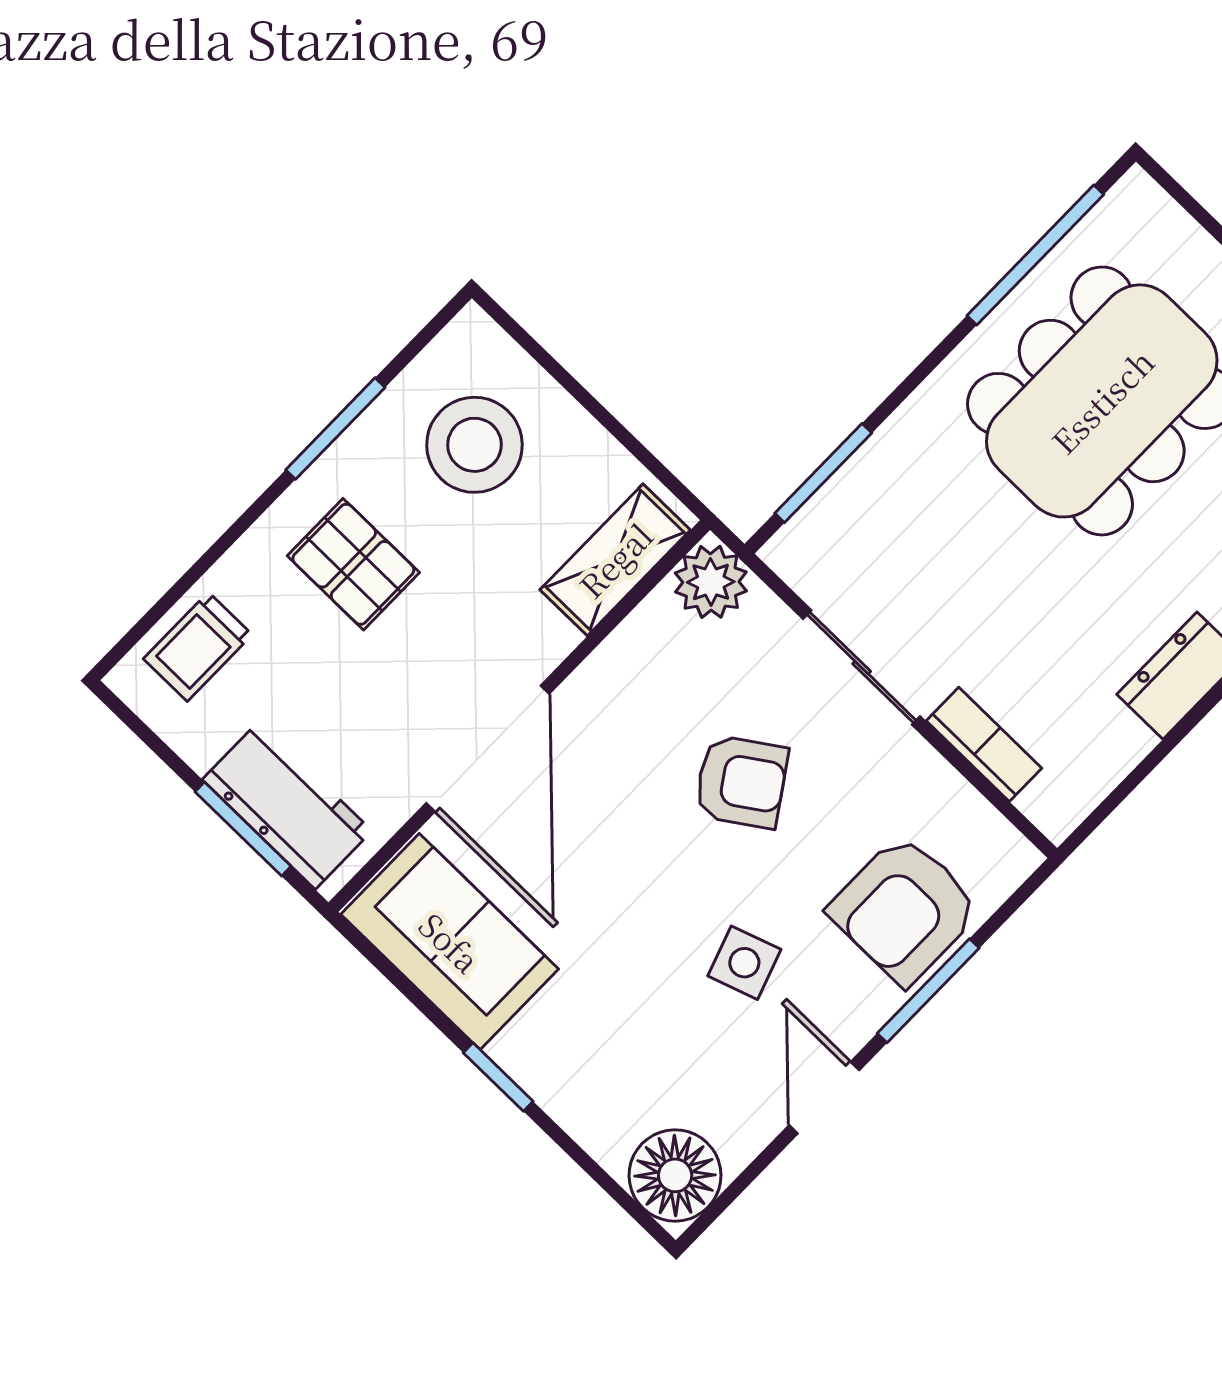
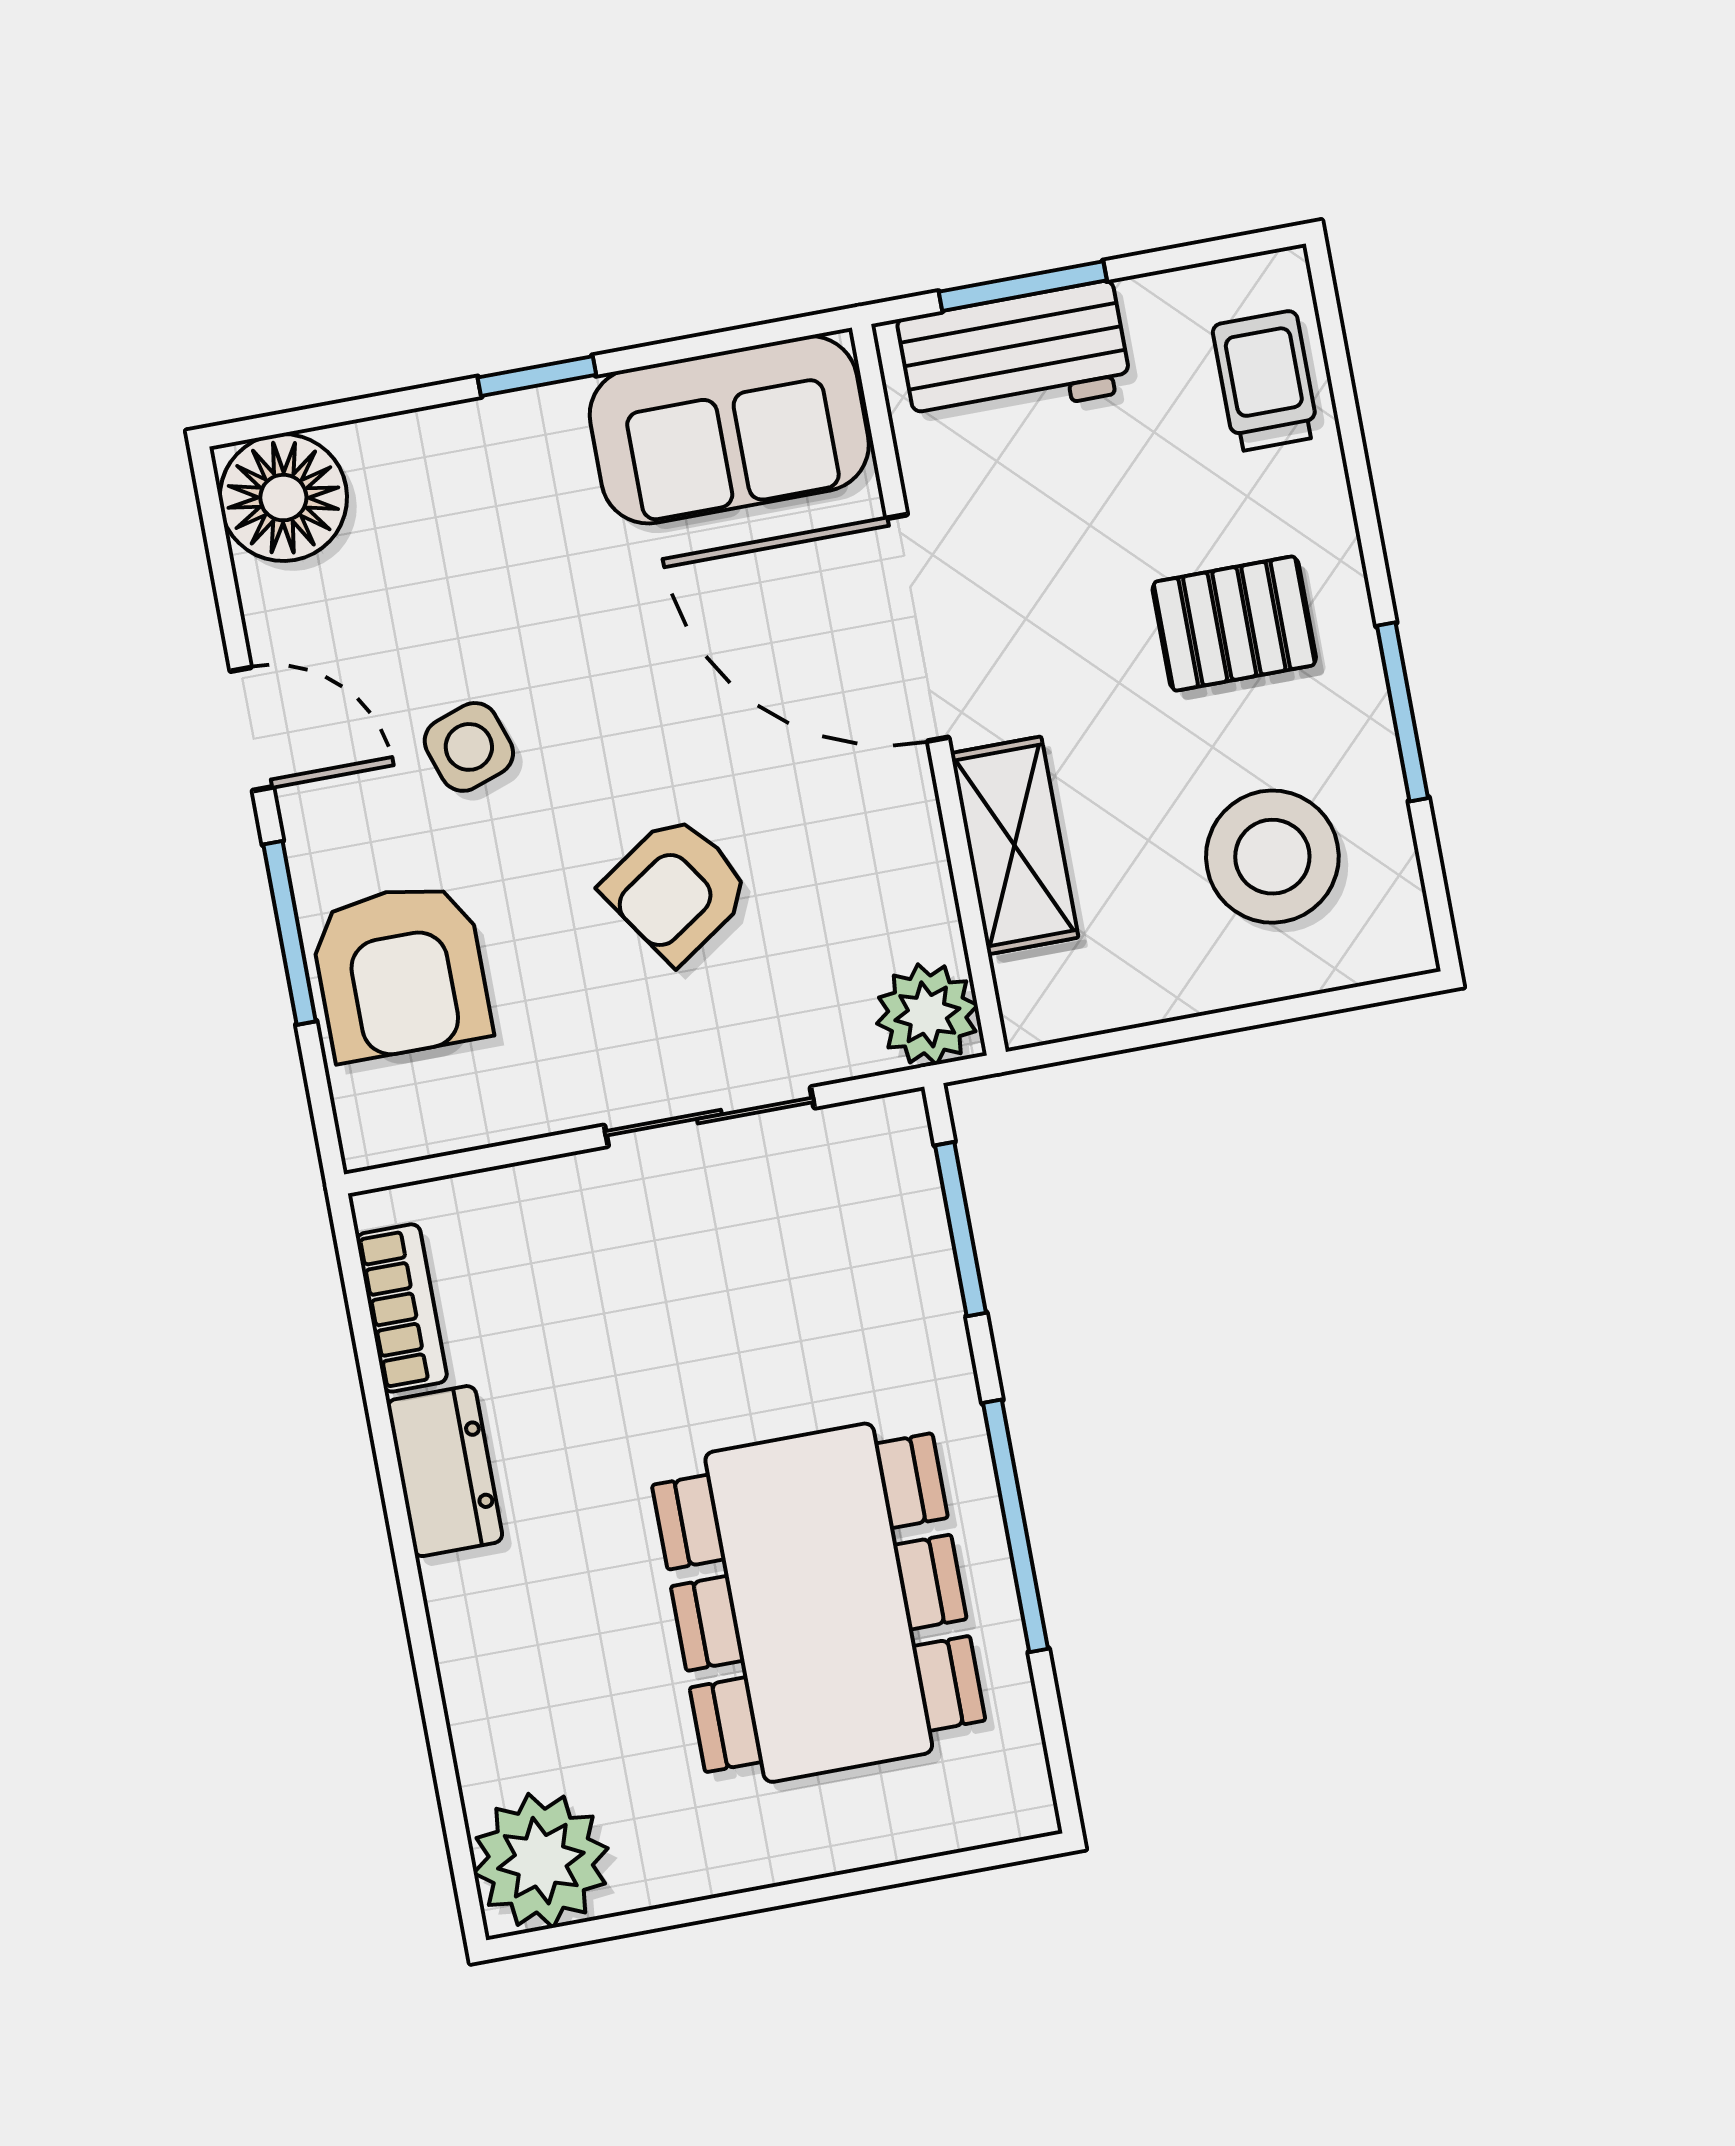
window: (1035, 255) -> (1016, 1526), moved
shelving: (615, 560) -> (1015, 845), moved
bookcase: (984, 744) -> (402, 1308), moved, turned -90
armchair: (905, 909) -> (401, 971), turned 180

